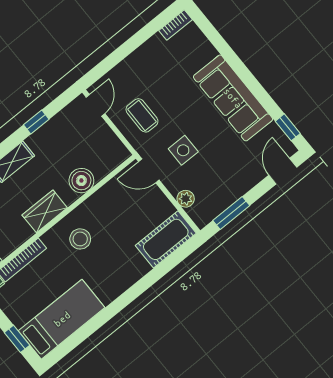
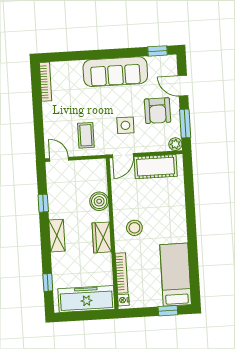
bookcase: (176, 25) -> (46, 82), width x1.56
coffee table: (142, 115) -> (86, 135), turned 90
door: (283, 171) -> (183, 86), moved
armchair: (224, 173) -> (157, 111), added
plant: (186, 199) -> (175, 144), moved
cot: (166, 239) -> (156, 167), moved, turned 90

